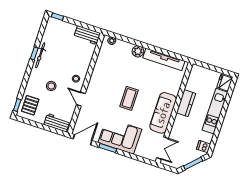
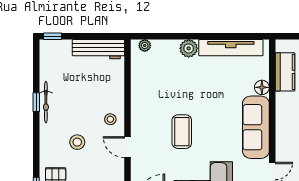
workbench: (87, 35) -> (98, 49), width x1.38
floor lamp: (175, 90) -> (262, 87), added
coffee table: (129, 98) -> (182, 132), moved
kitchen counter: (186, 103) -> (285, 72), moved

